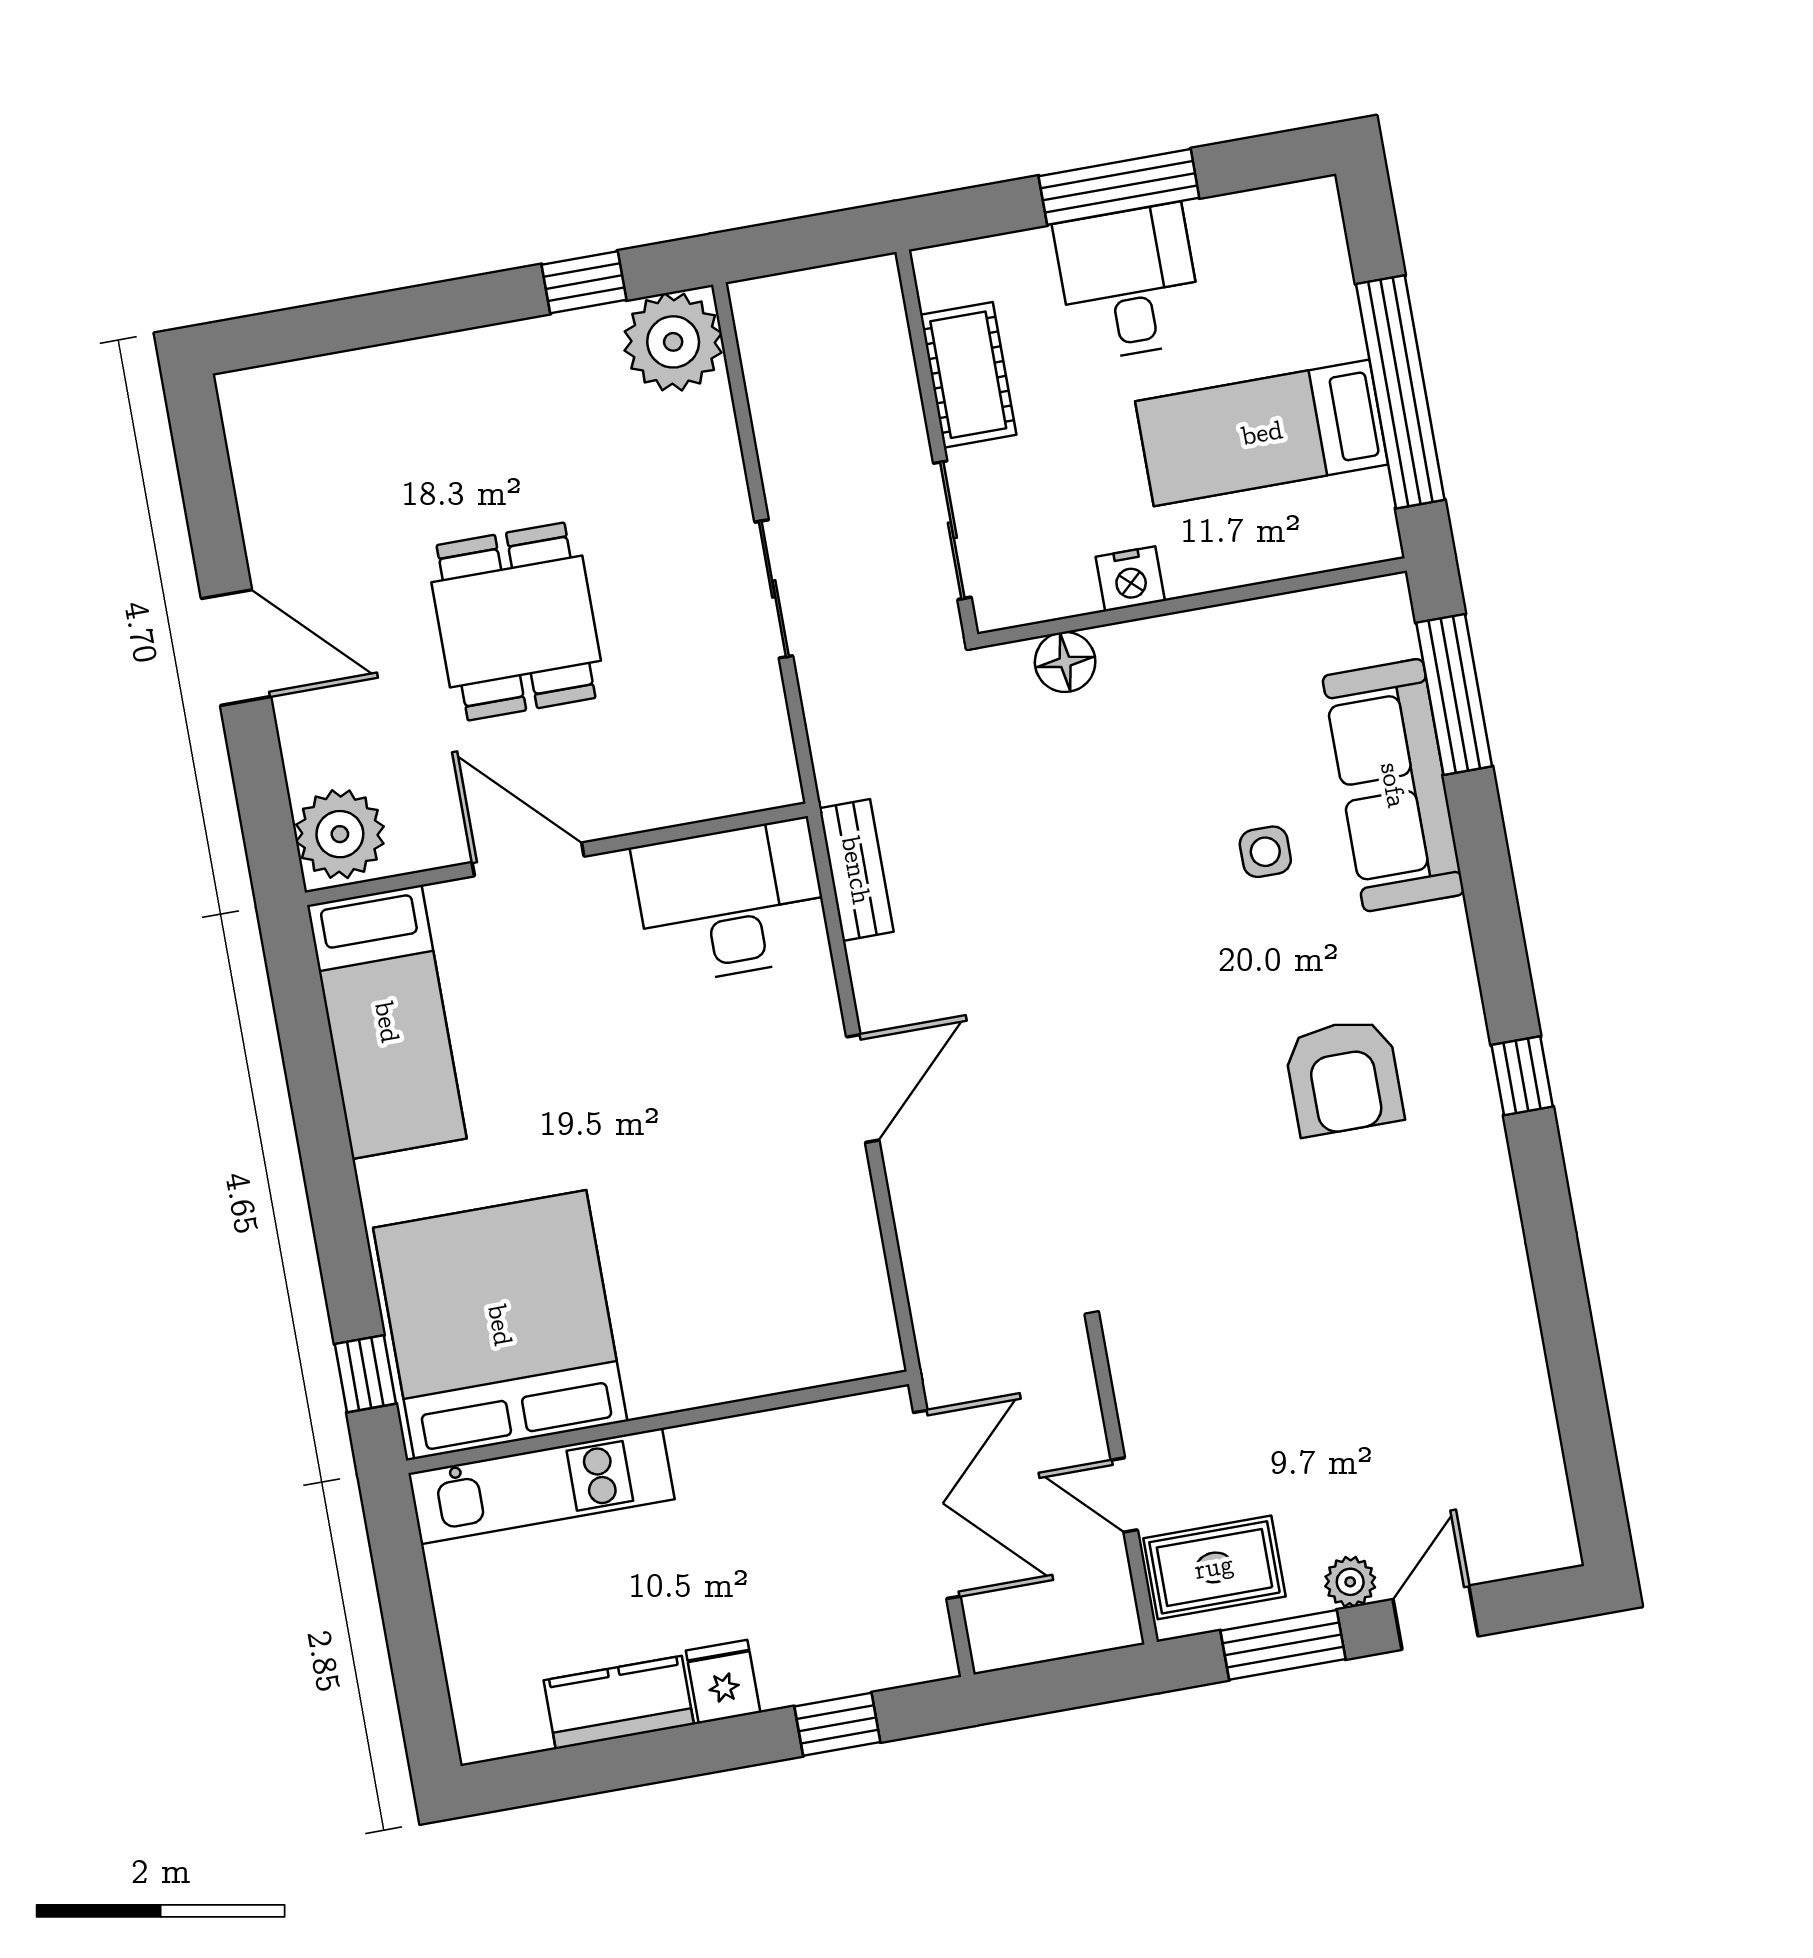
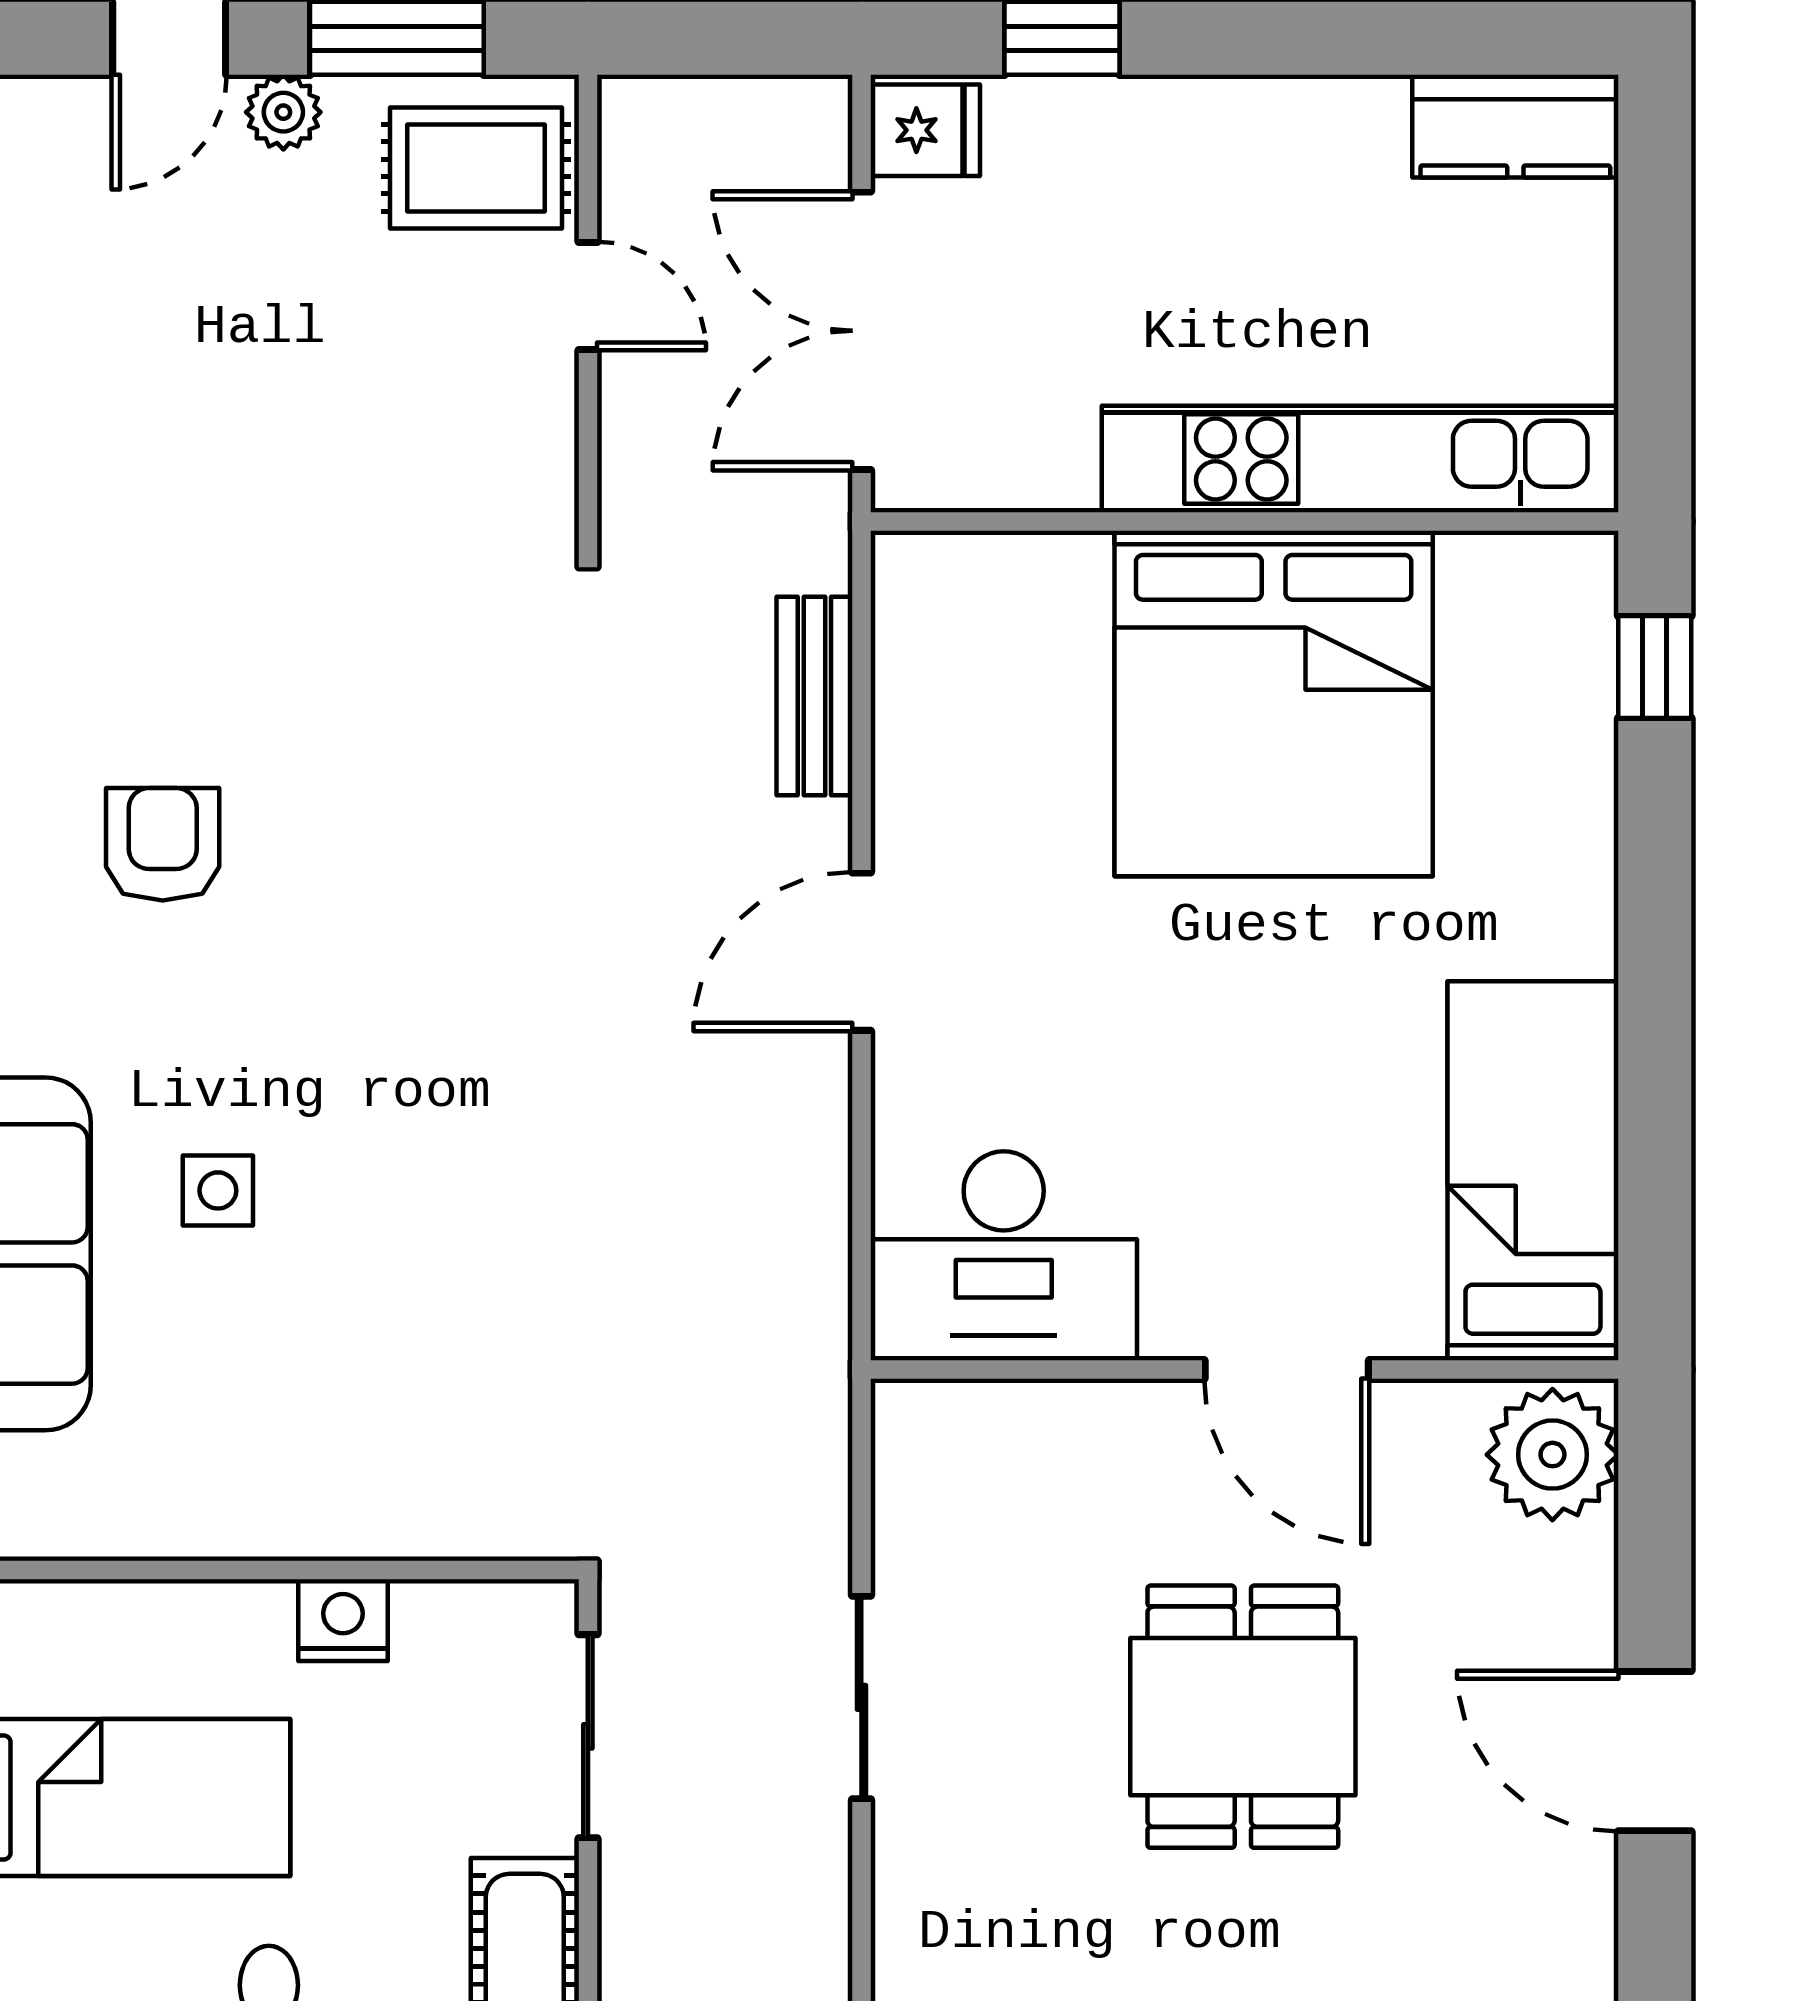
floor lamp: (1065, 662) -> (459, 1517), removed
bench: (856, 870) -> (814, 696), moved
armchair: (1344, 1077) -> (163, 844), width x0.72, depth x0.72
bed: (500, 1325) -> (1274, 704), moved
kitchen unit: (541, 1486) -> (1360, 459), width x1.36
fridge: (723, 1682) -> (925, 130), moved, turned -90
kitchen counter: (619, 1702) -> (1515, 126), moved

